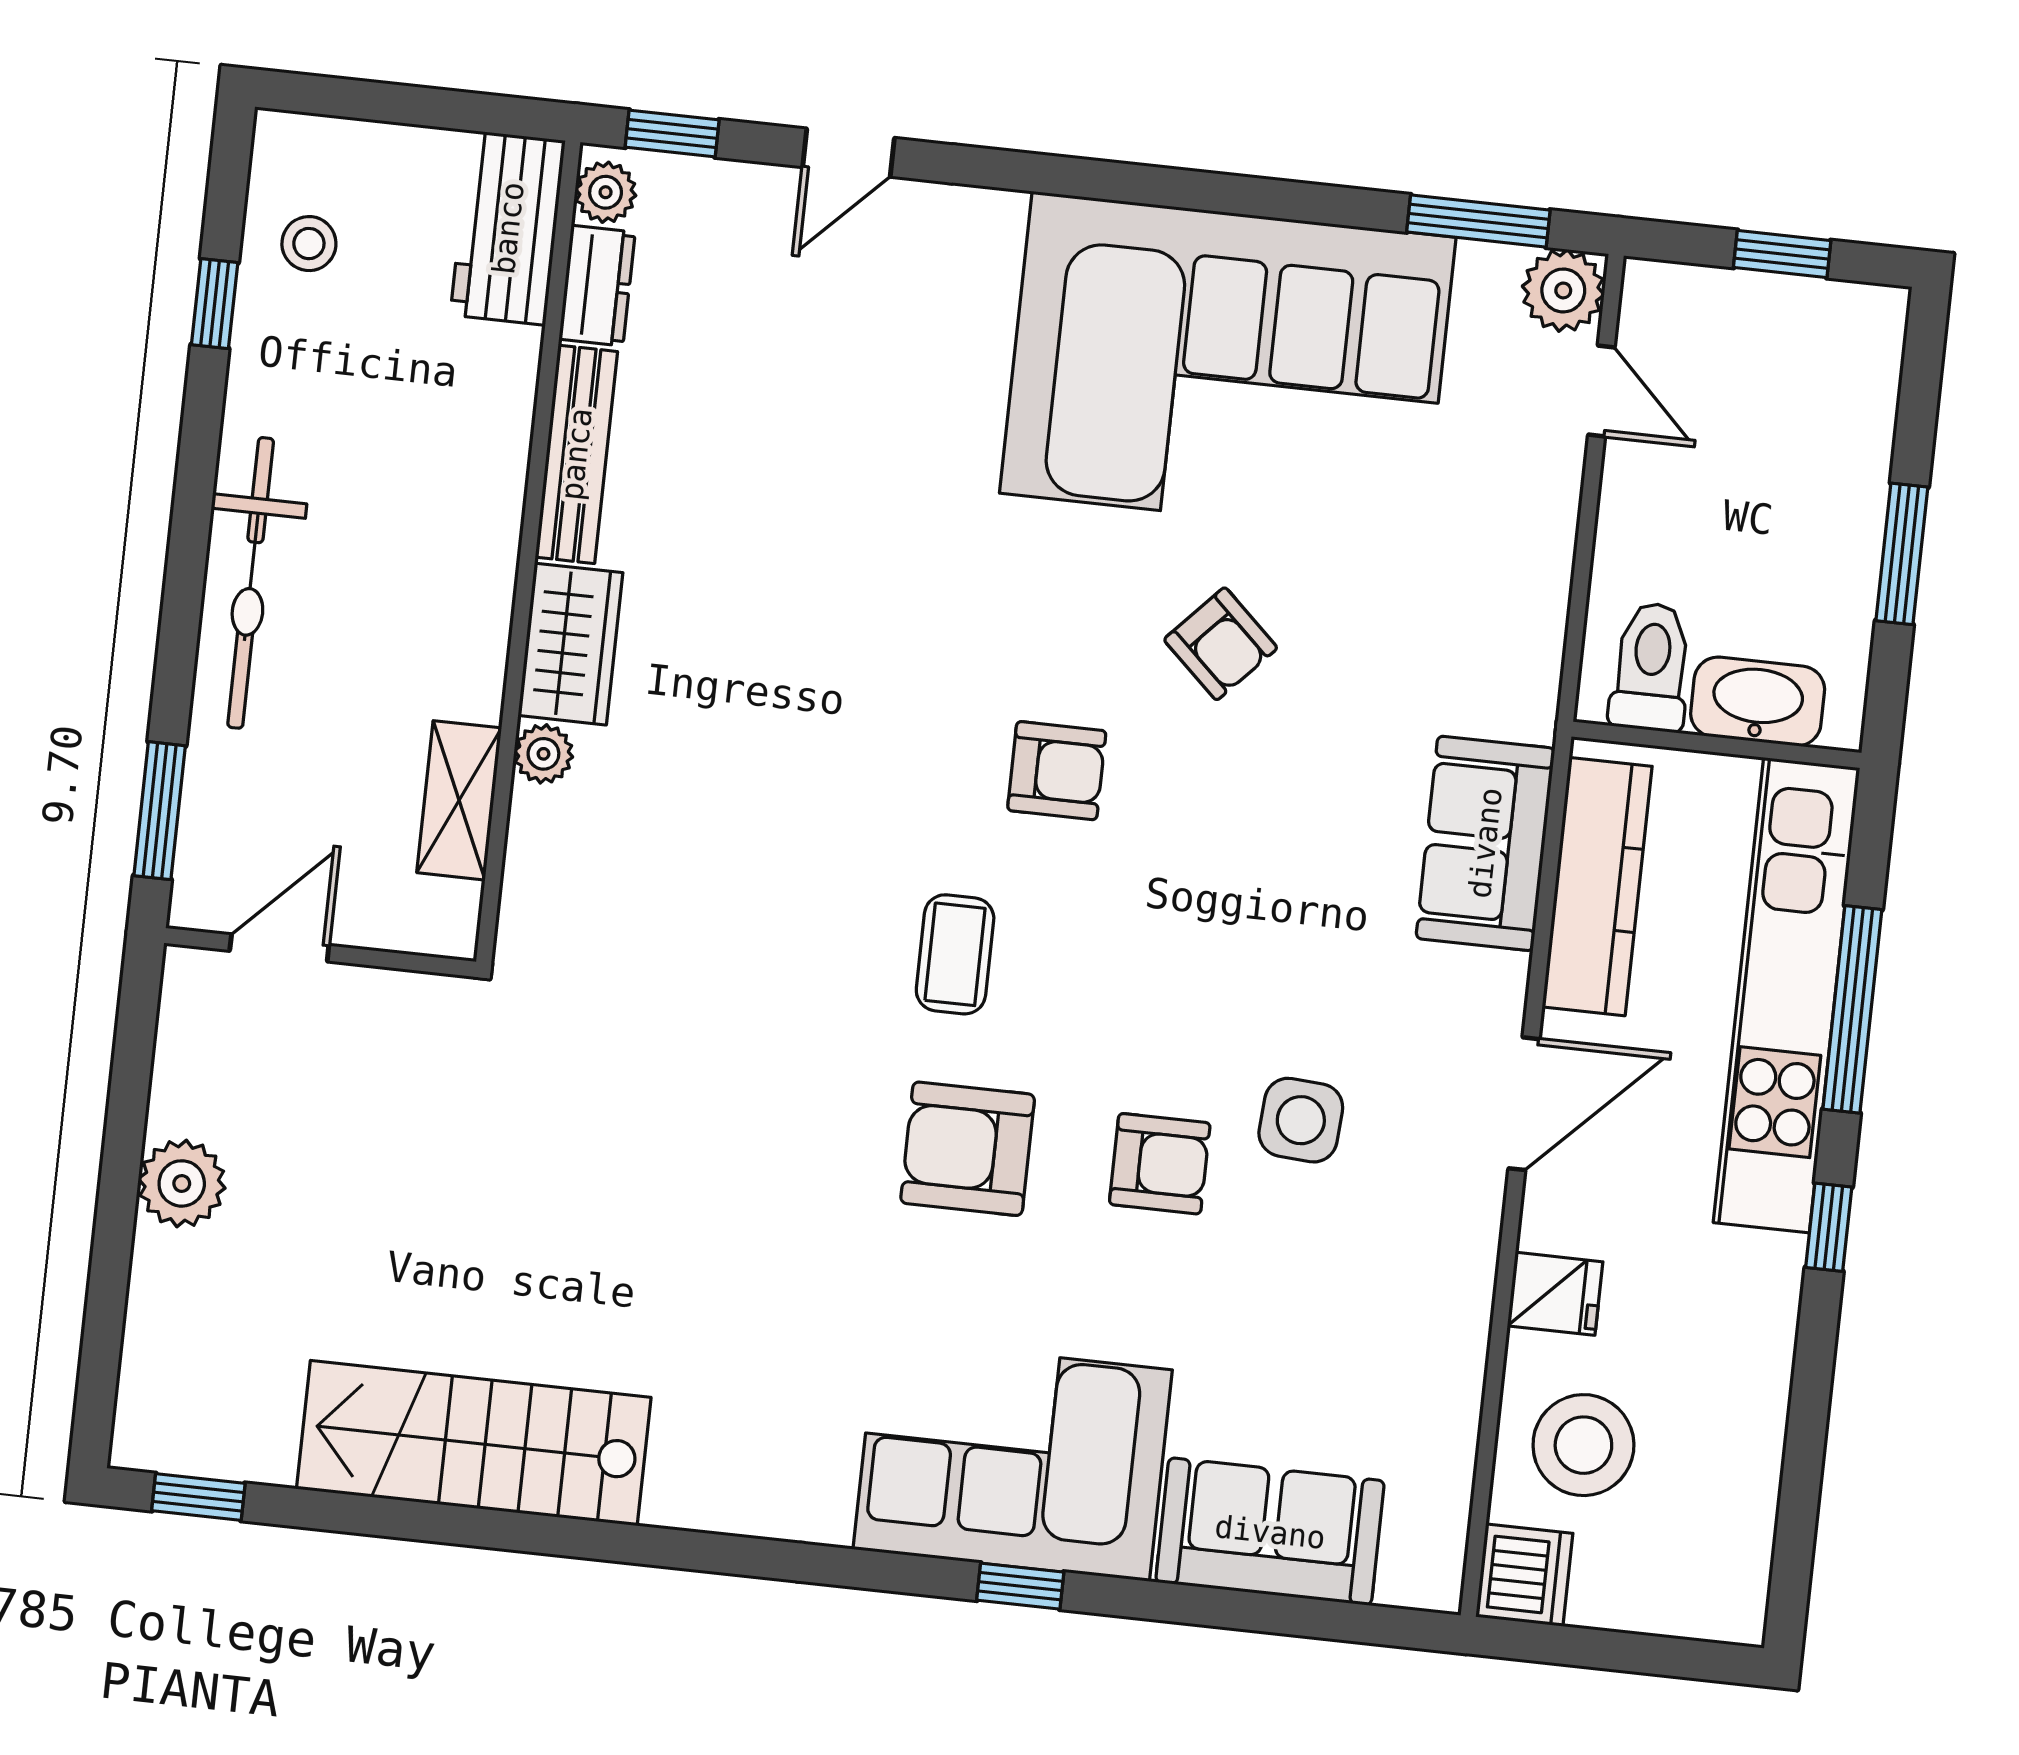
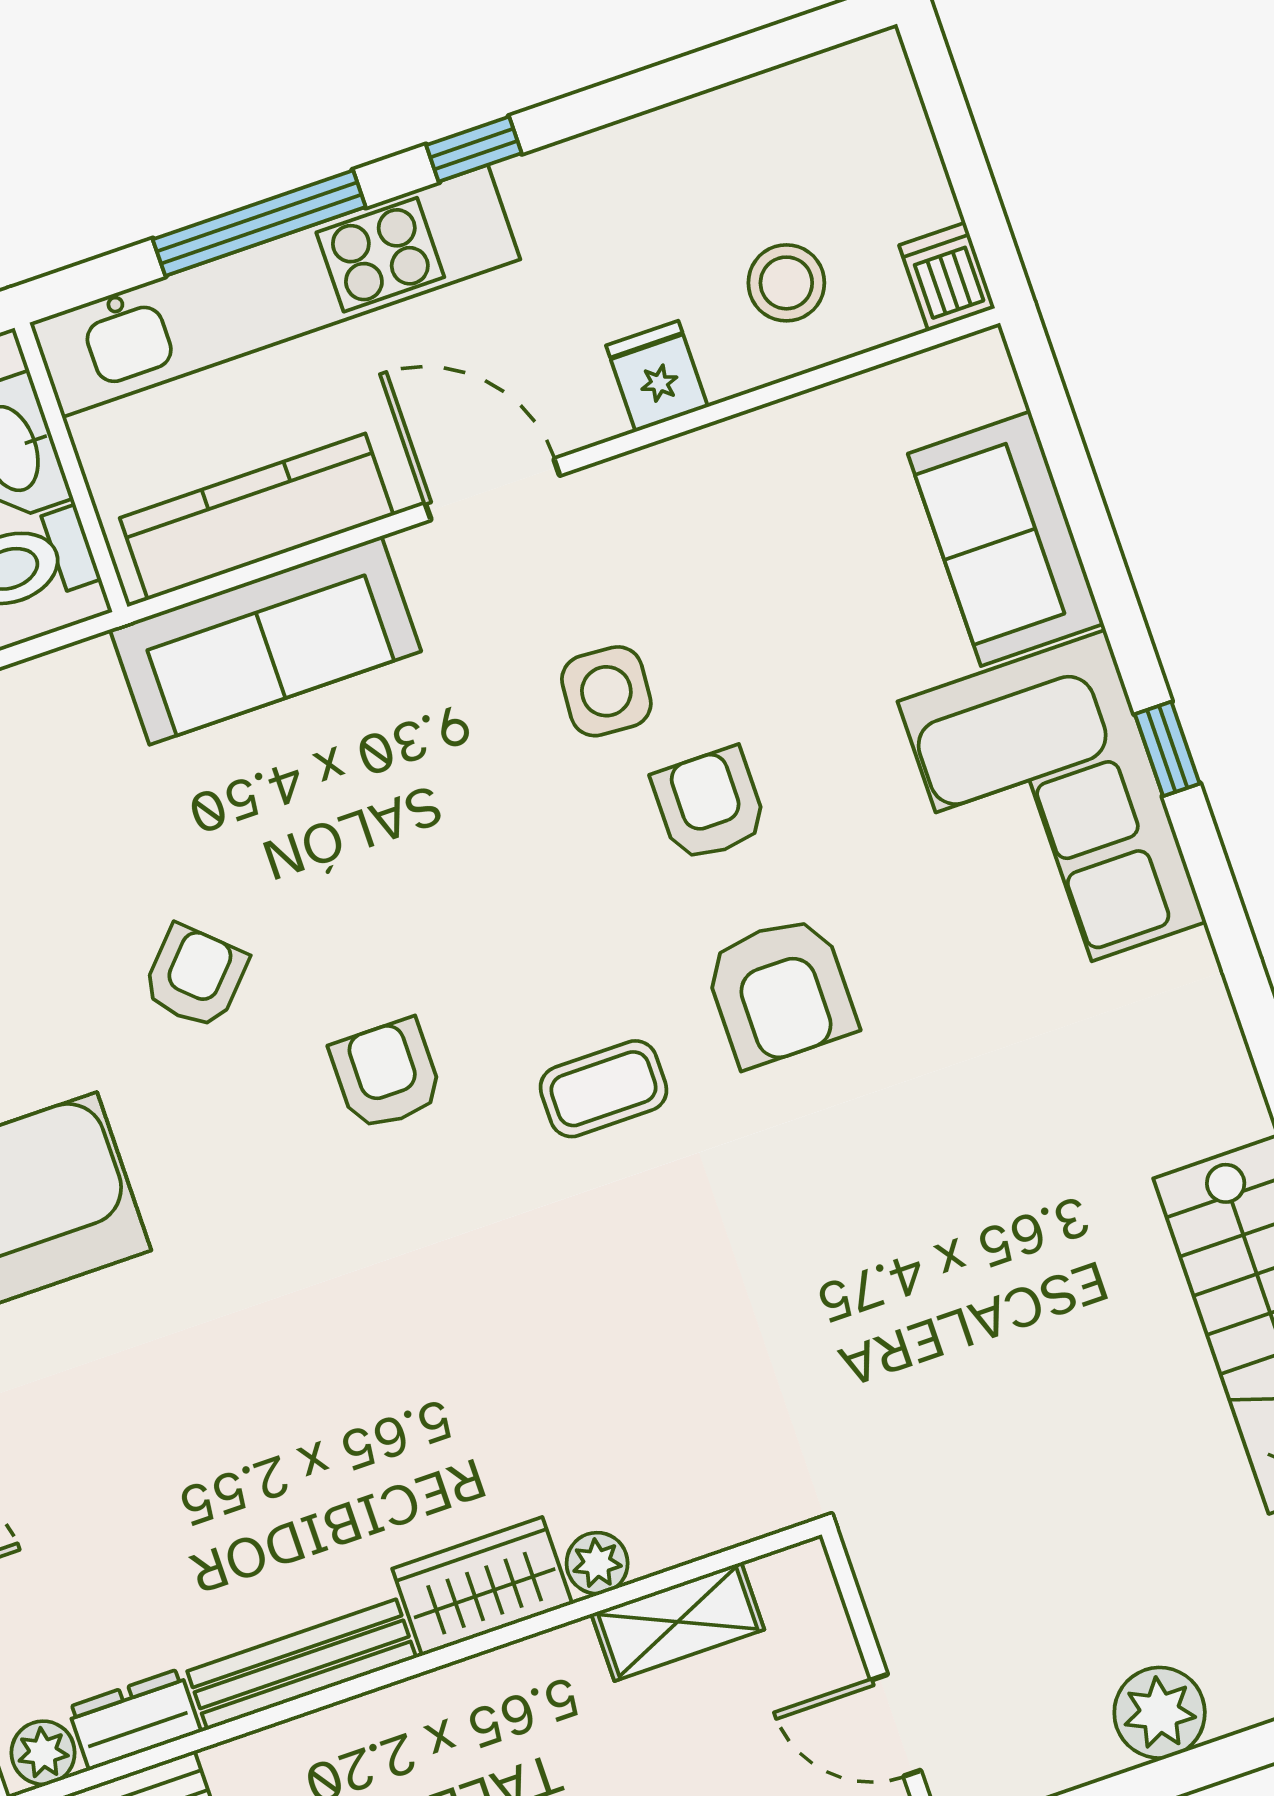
sofa: (1485, 843) -> (265, 640), width x1.36
stool: (1583, 1445) -> (786, 283), width x0.73, depth x0.73
dishwasher: (1524, 1575) -> (947, 277), width x0.73

